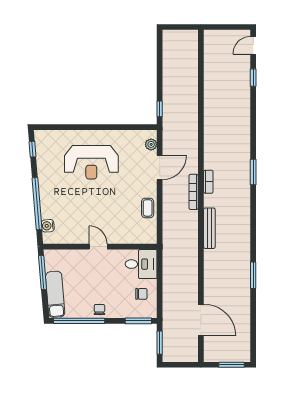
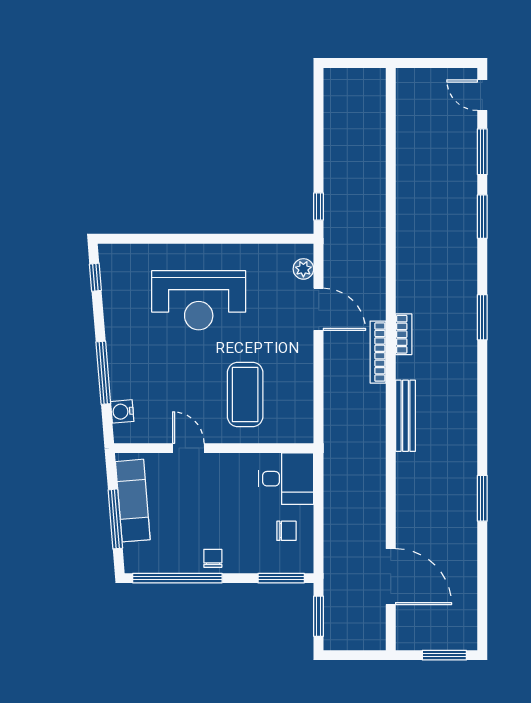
door: (253, 45) -> (482, 95), hinge flipped
window: (253, 78) -> (482, 152), width x1.50
window: (253, 115) -> (482, 217), added
door: (160, 168) -> (319, 309), hinge flipped
window: (37, 204) -> (103, 373), width x0.68
coffee table: (148, 208) -> (245, 395), moved, width x1.86, depth x1.72
door: (98, 247) -> (188, 448), moved
window: (43, 272) -> (115, 519), moved
exam couch: (55, 294) -> (133, 501), moved

